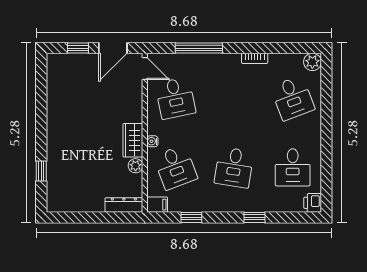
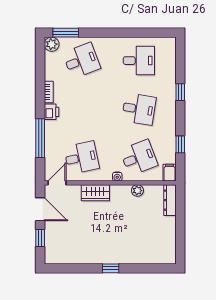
window: (326, 79) -> (66, 33), added
wardrobe: (133, 140) -> (95, 193), moved
window: (41, 171) -> (111, 268), moved
printer: (313, 203) -> (51, 112), moved, turned -90

